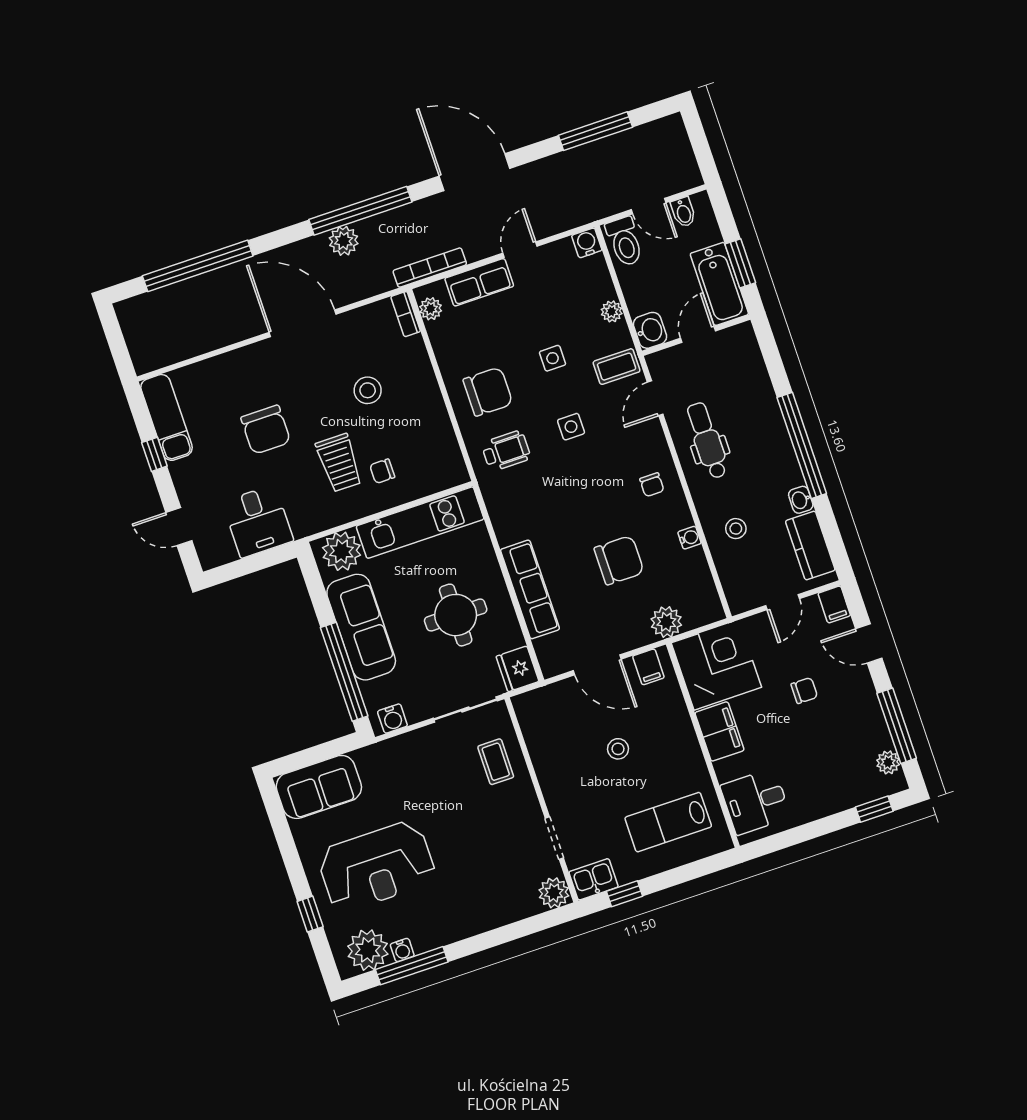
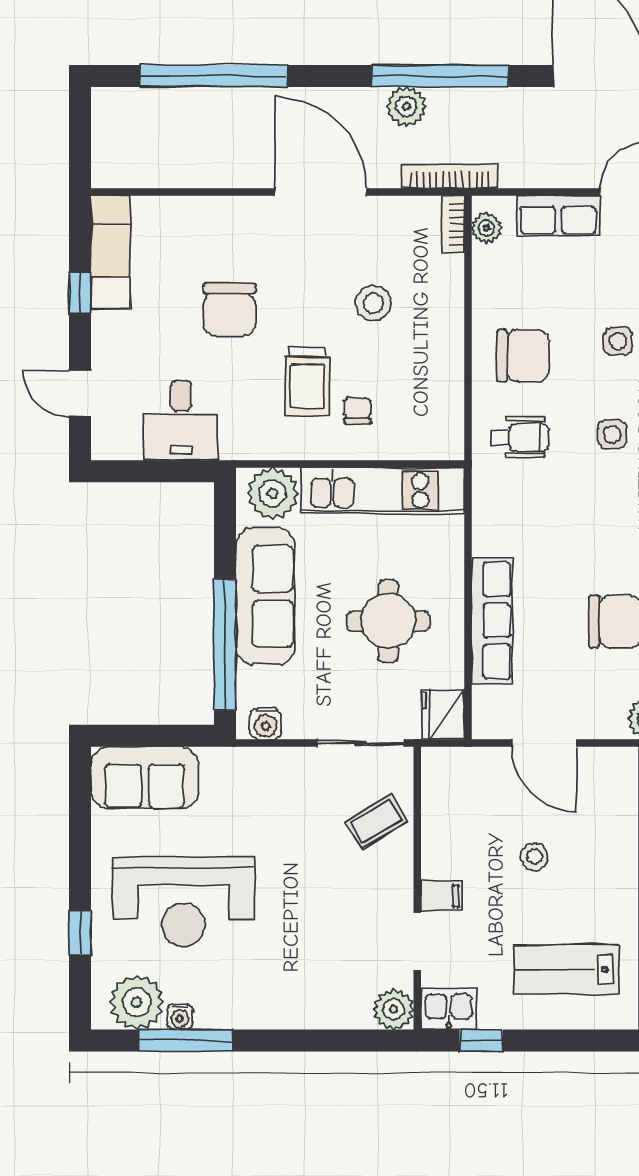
bookcase: (430, 268) -> (450, 176), moved
chair: (382, 471) -> (357, 410), turned 90
filing cabinet: (648, 667) -> (441, 896), moved, turned -90
coffee table: (496, 762) -> (376, 821), turned 59

